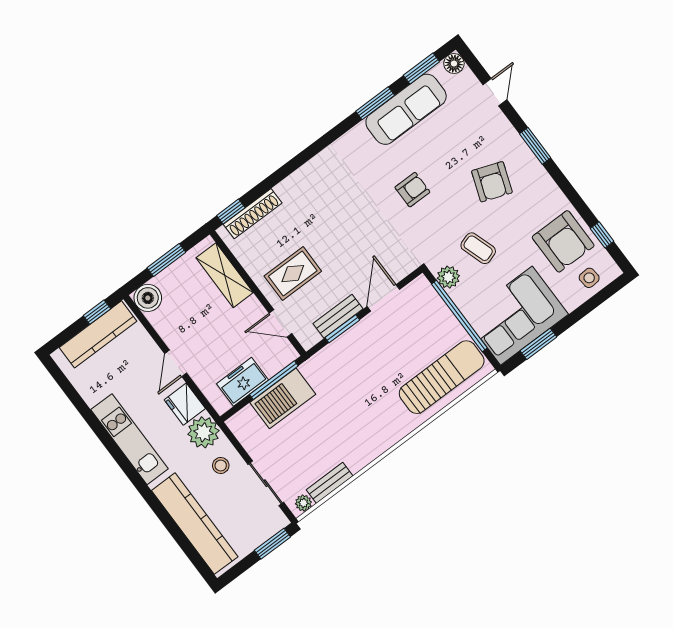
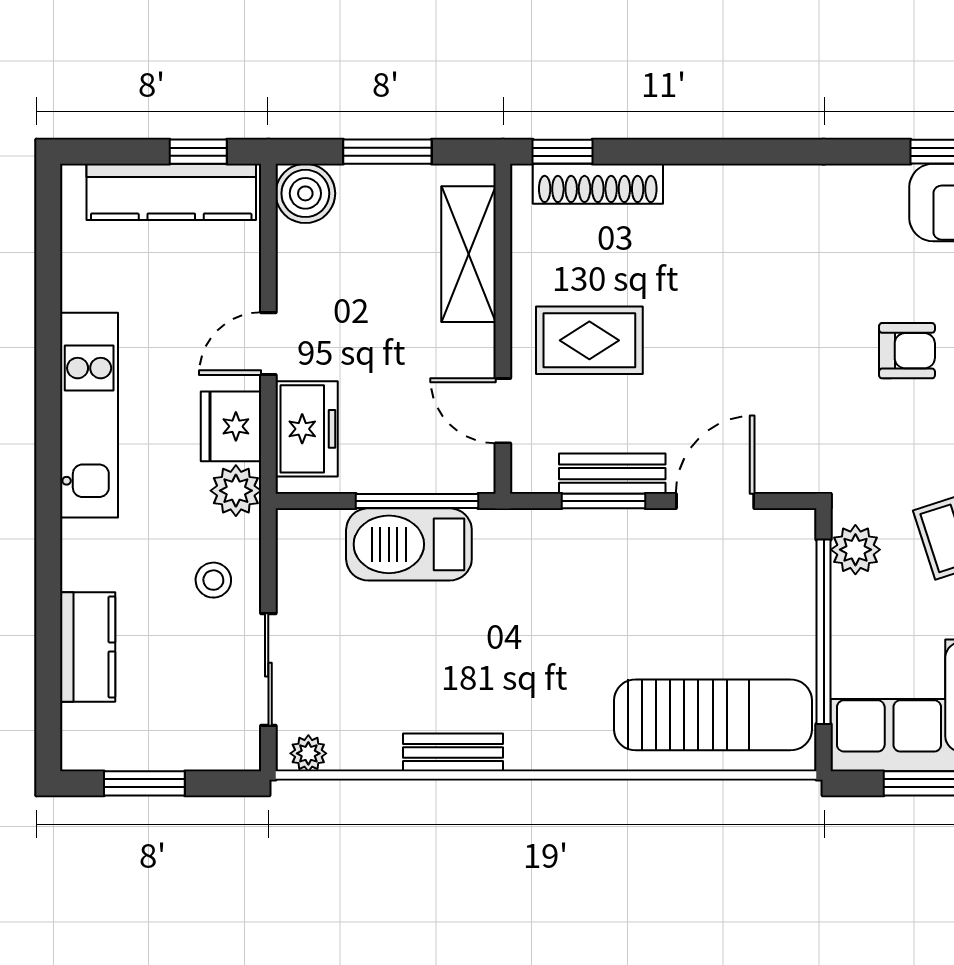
freezer: (242, 382) -> (307, 429), moved, turned 90
plant: (203, 432) -> (236, 491), width x0.73, depth x0.73
bench: (330, 483) -> (453, 752), moved
kitchen counter: (195, 524) -> (88, 647), width x0.48, depth x0.86
window: (272, 544) -> (144, 783), moved

